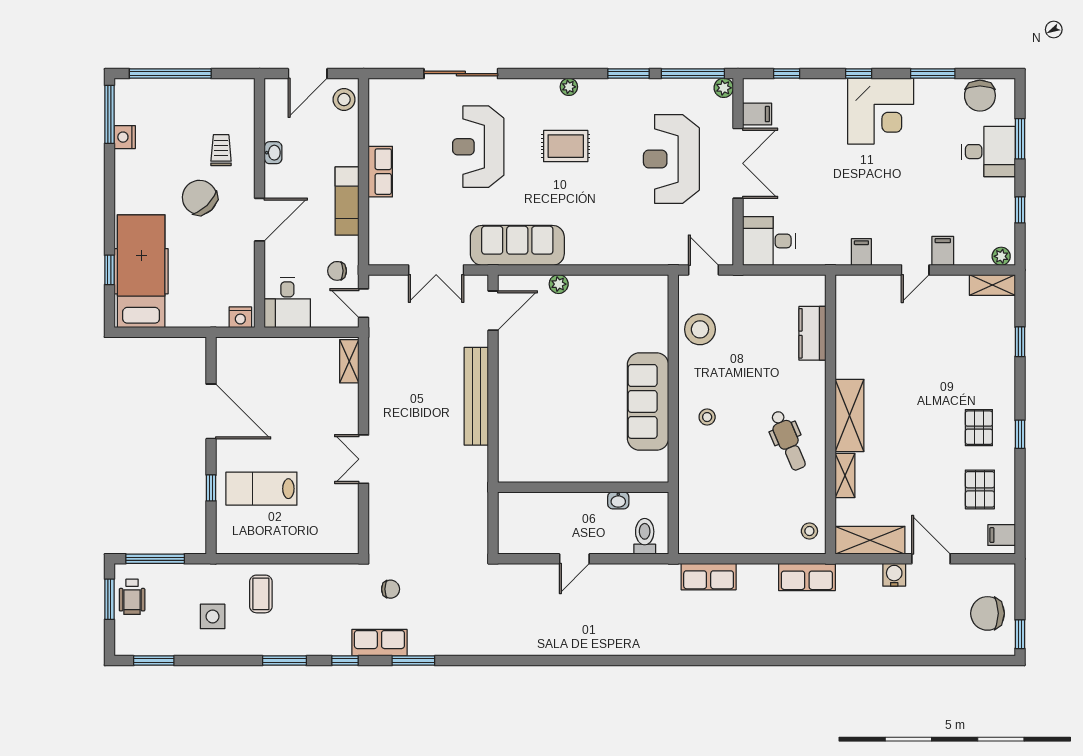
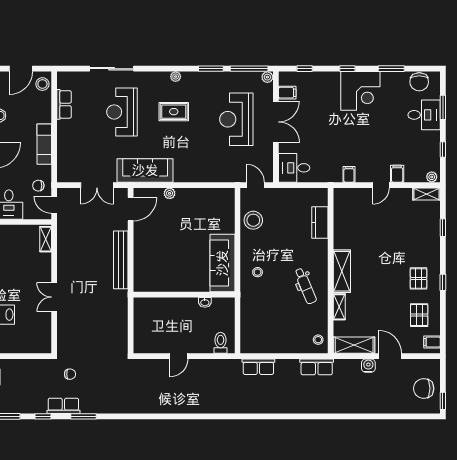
row of seats: (380, 172) -> (64, 104), moved
wall: (583, 487) -> (184, 295), moved
washbasin: (618, 500) -> (205, 302), moved

